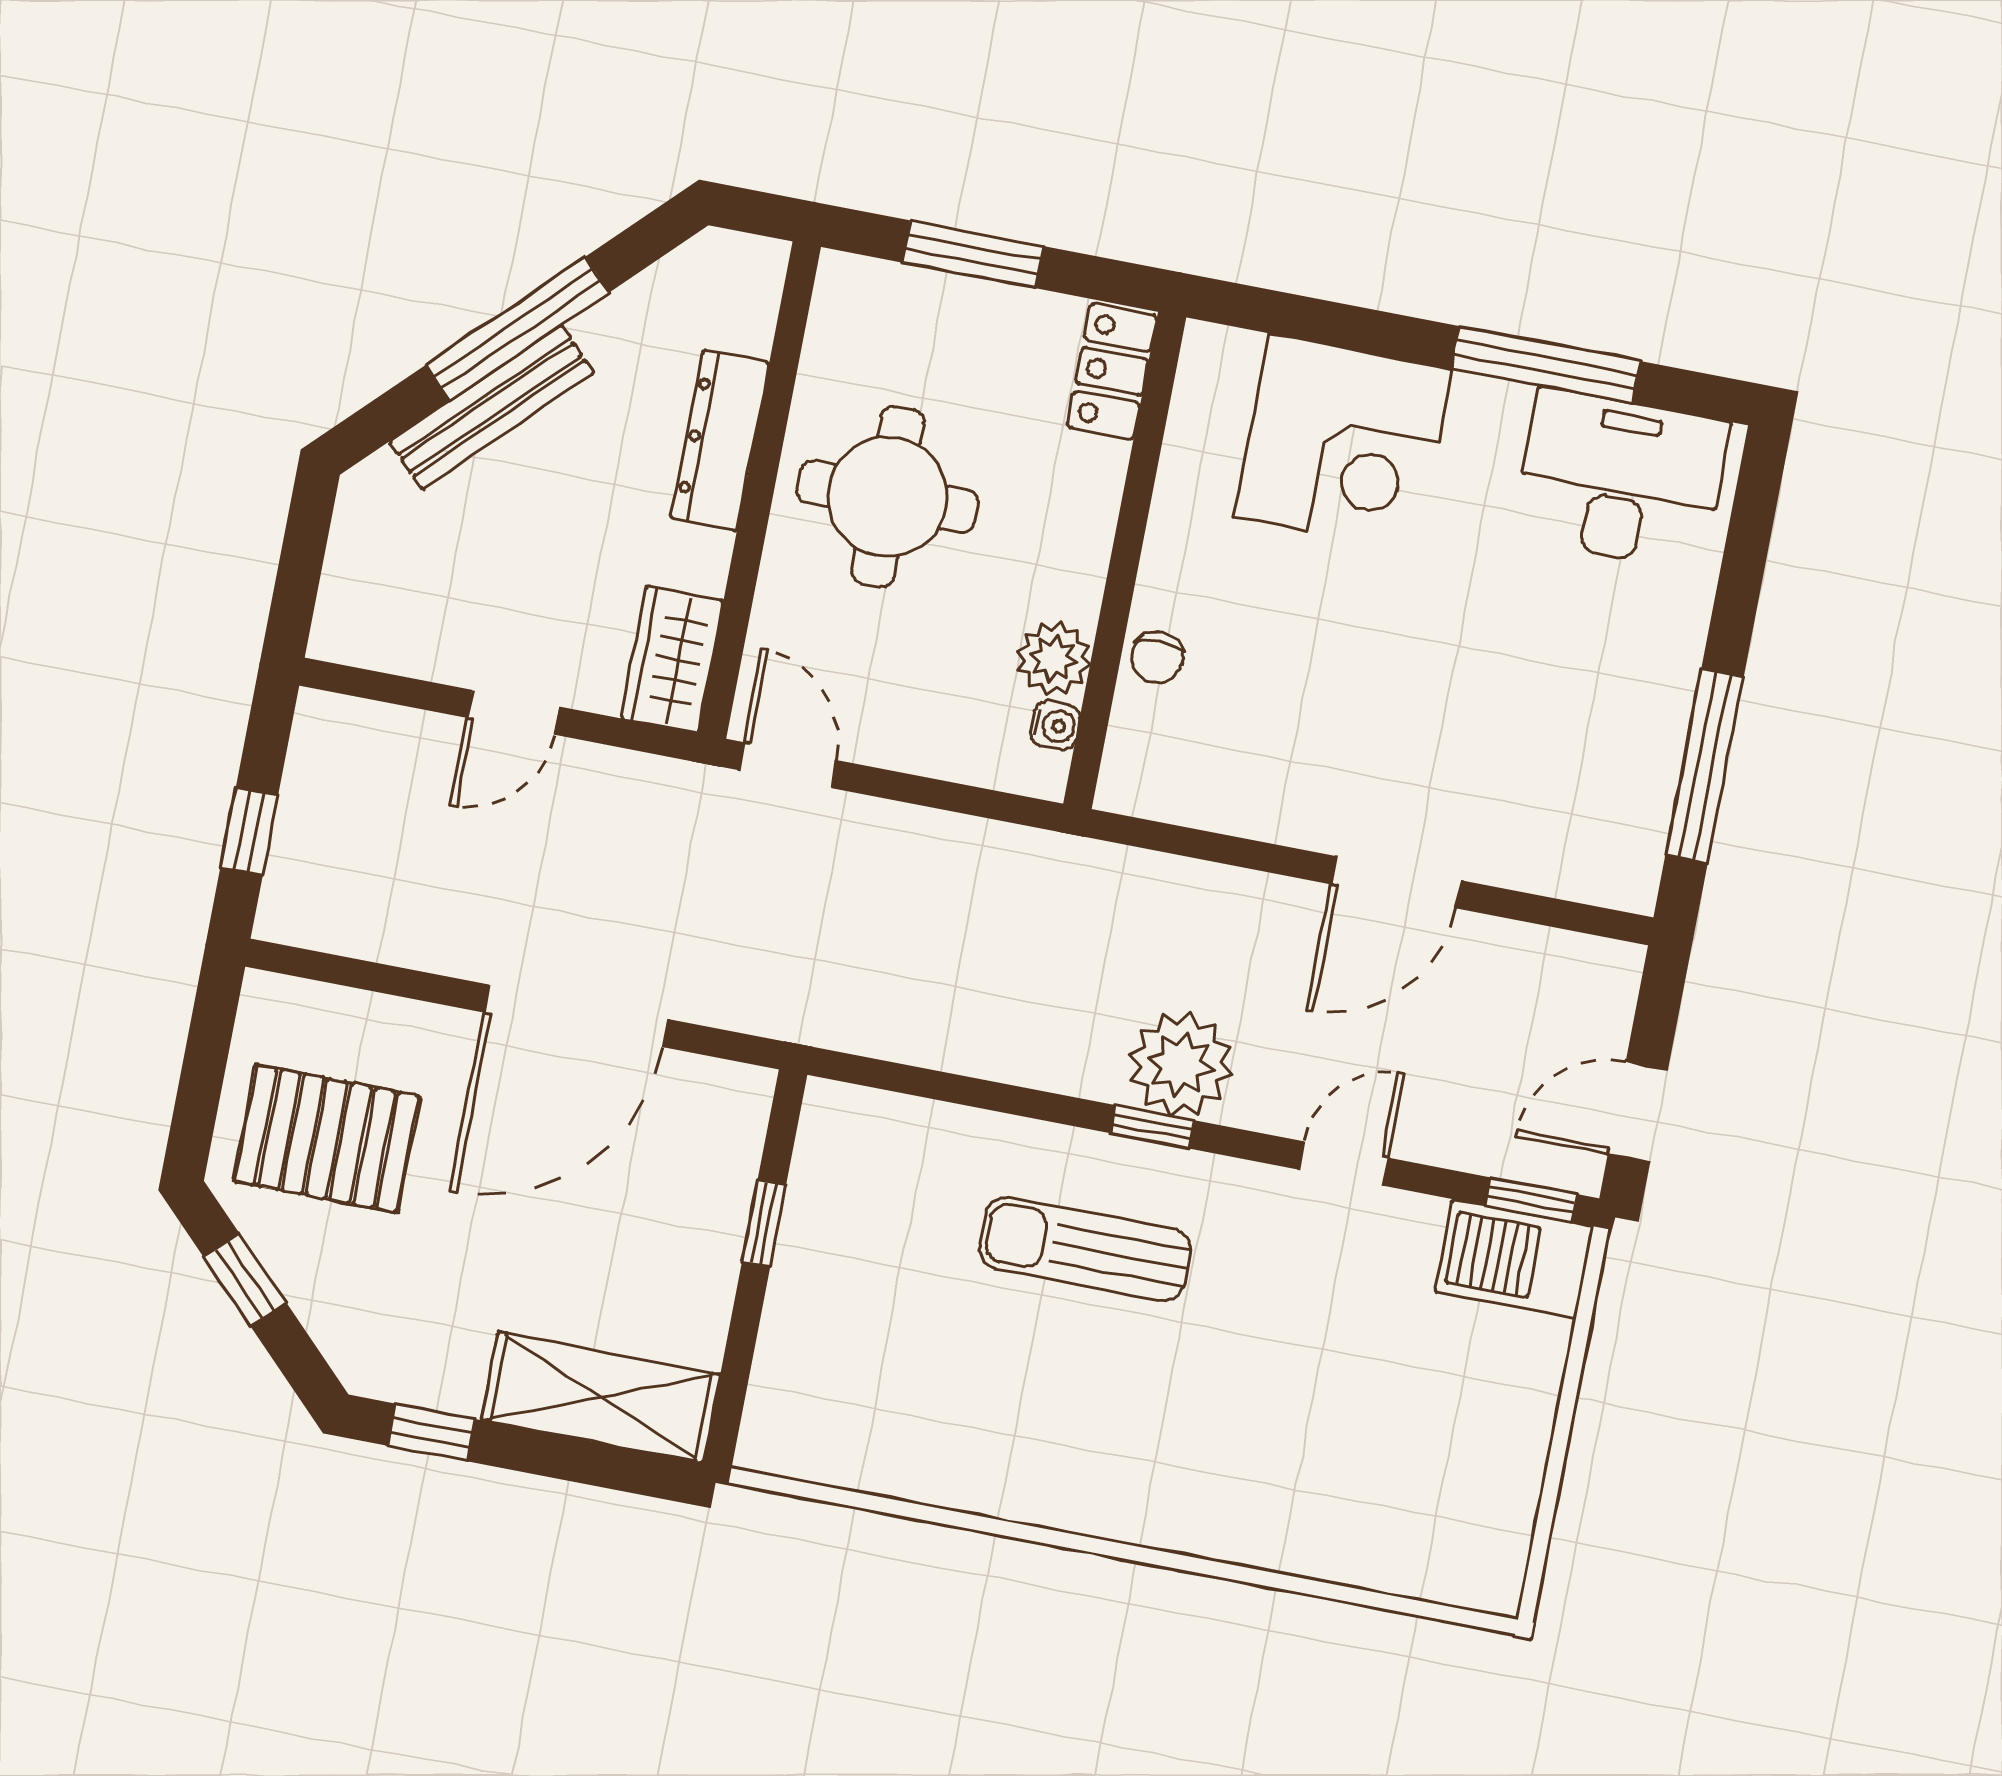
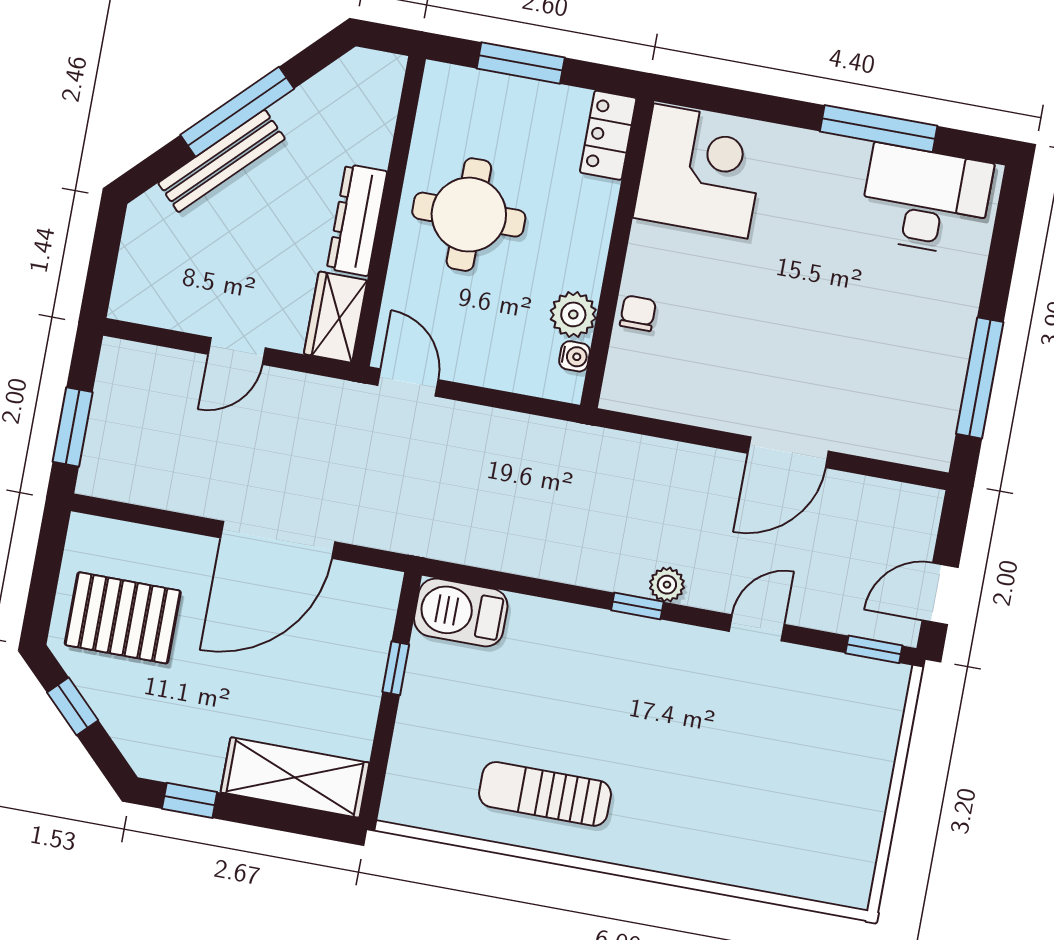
dresser: (720, 440) -> (357, 220), moved
corner desk: (1343, 443) -> (701, 171), moved, turned -90
chair: (1157, 657) -> (638, 313), turned 180
window: (249, 832) -> (73, 427), width x1.50
plant: (1181, 1064) -> (667, 585), width x0.53, depth x0.53
sun lounger: (1085, 1249) -> (545, 794), moved
barbecue: (1514, 1259) -> (461, 612), moved

